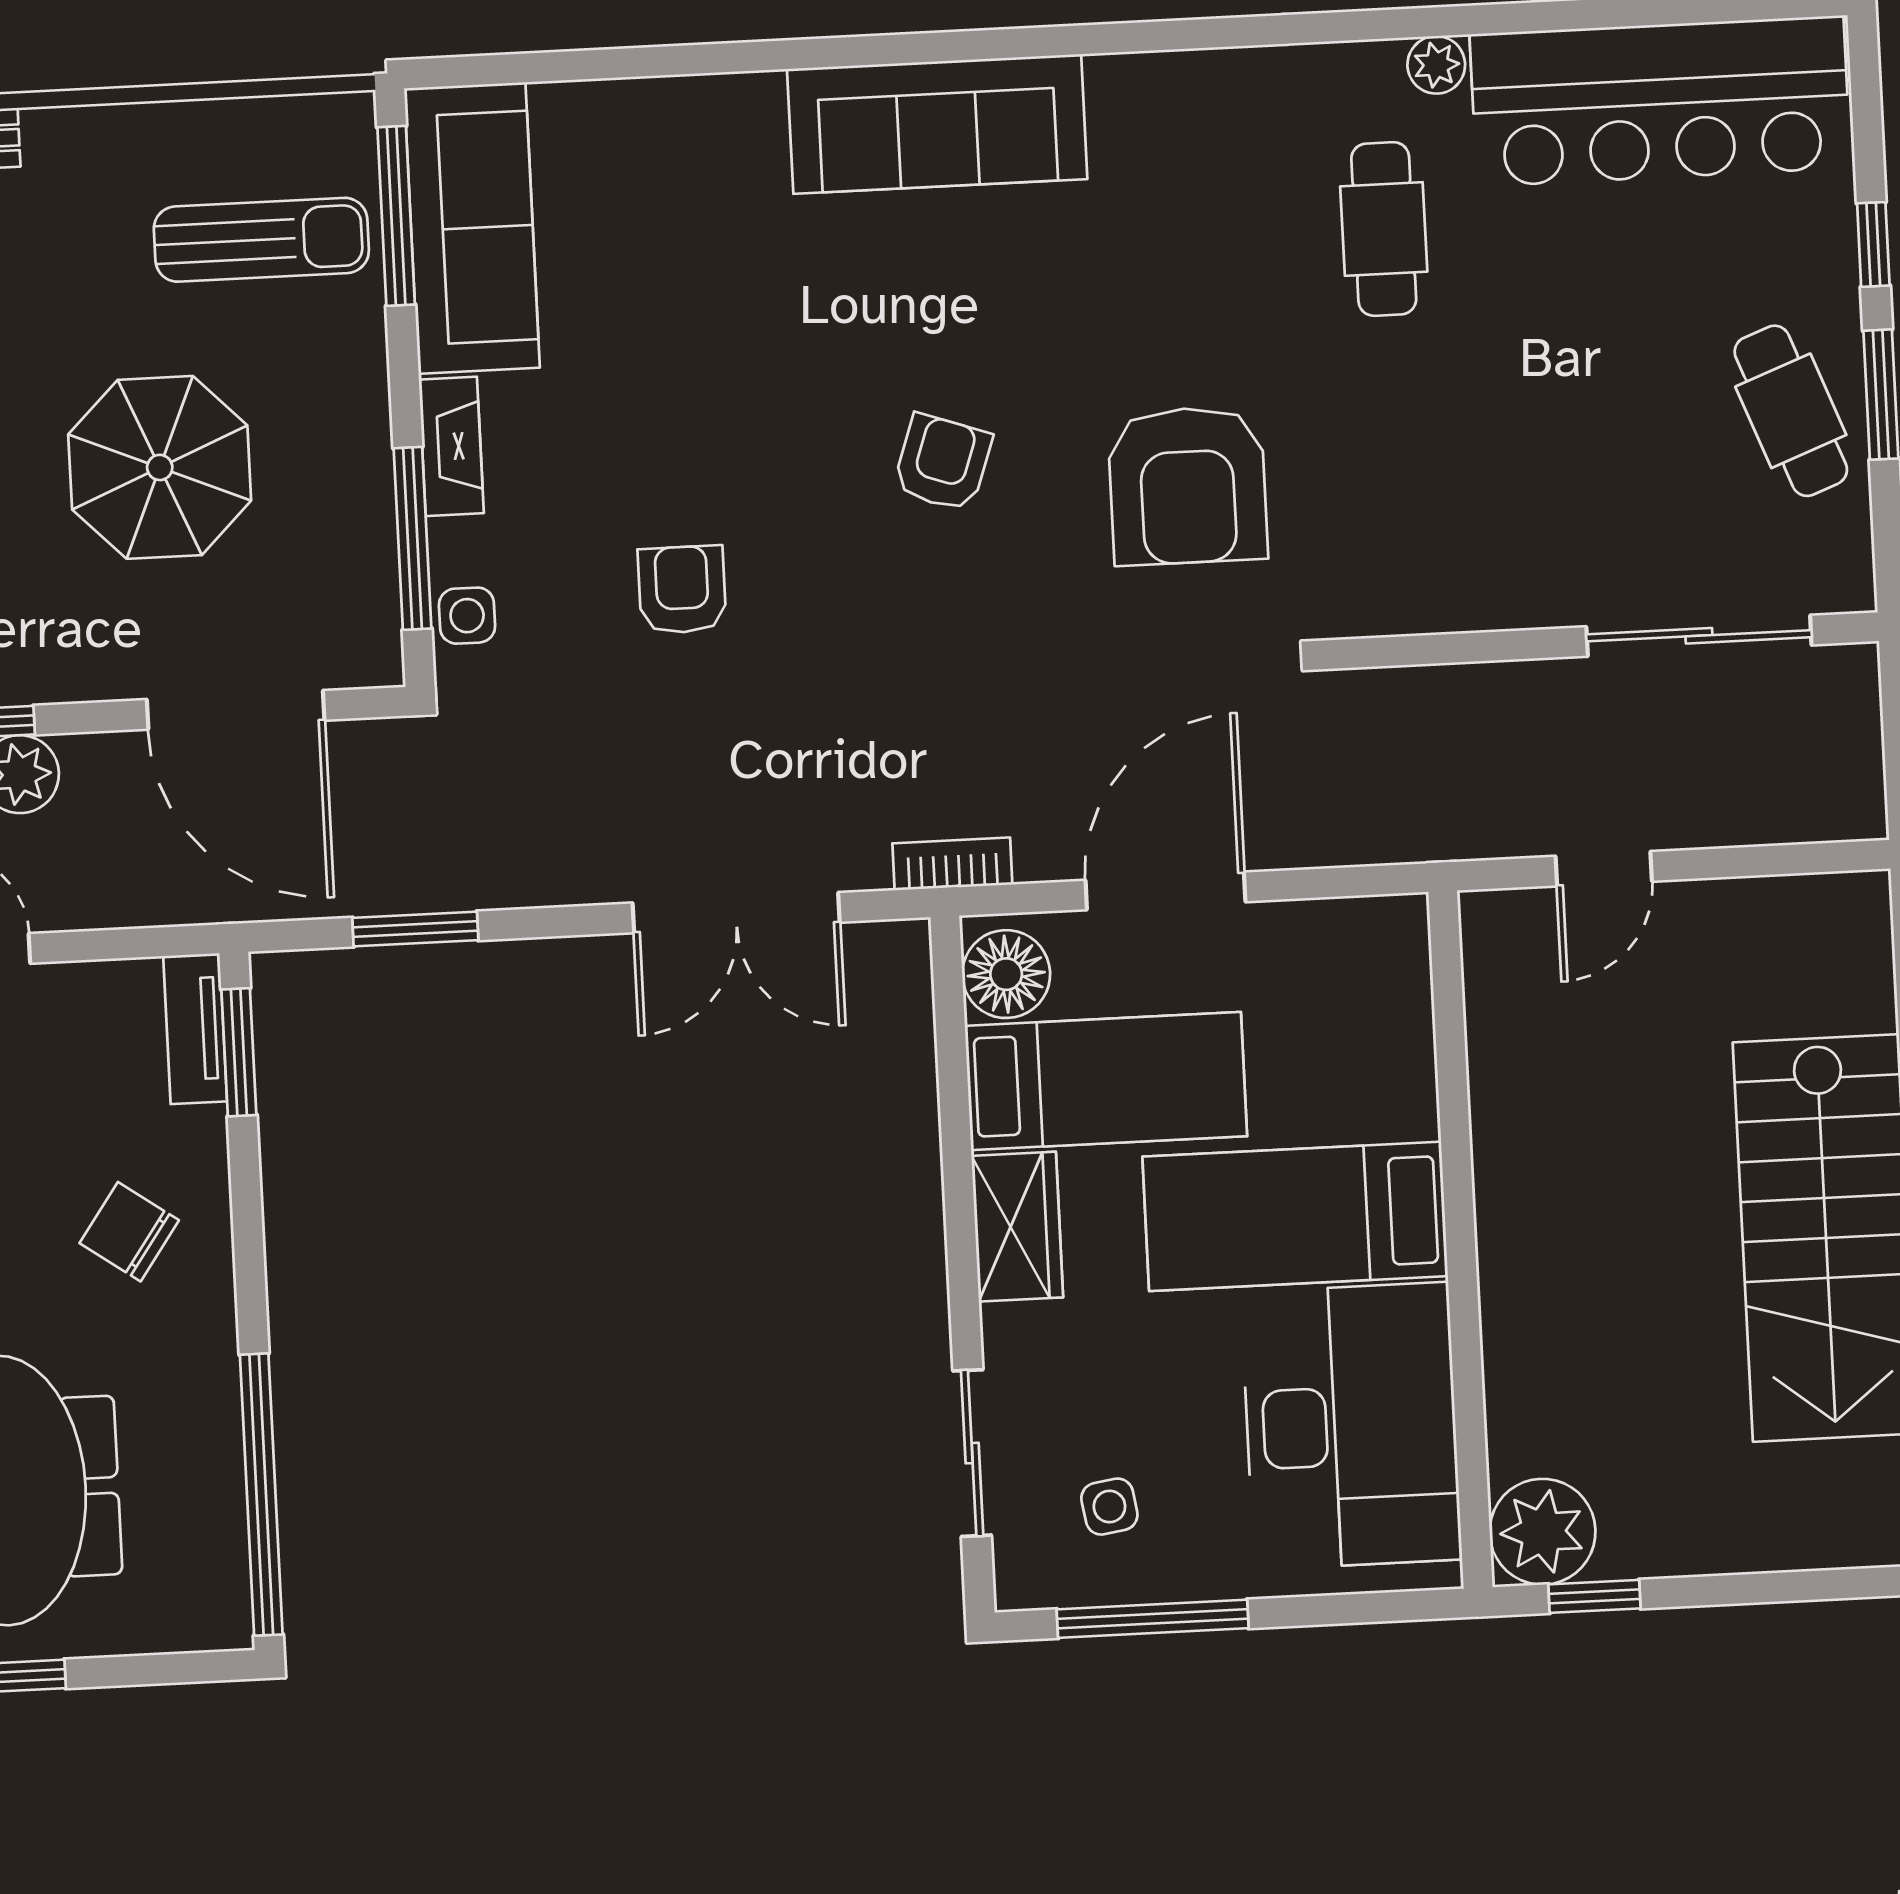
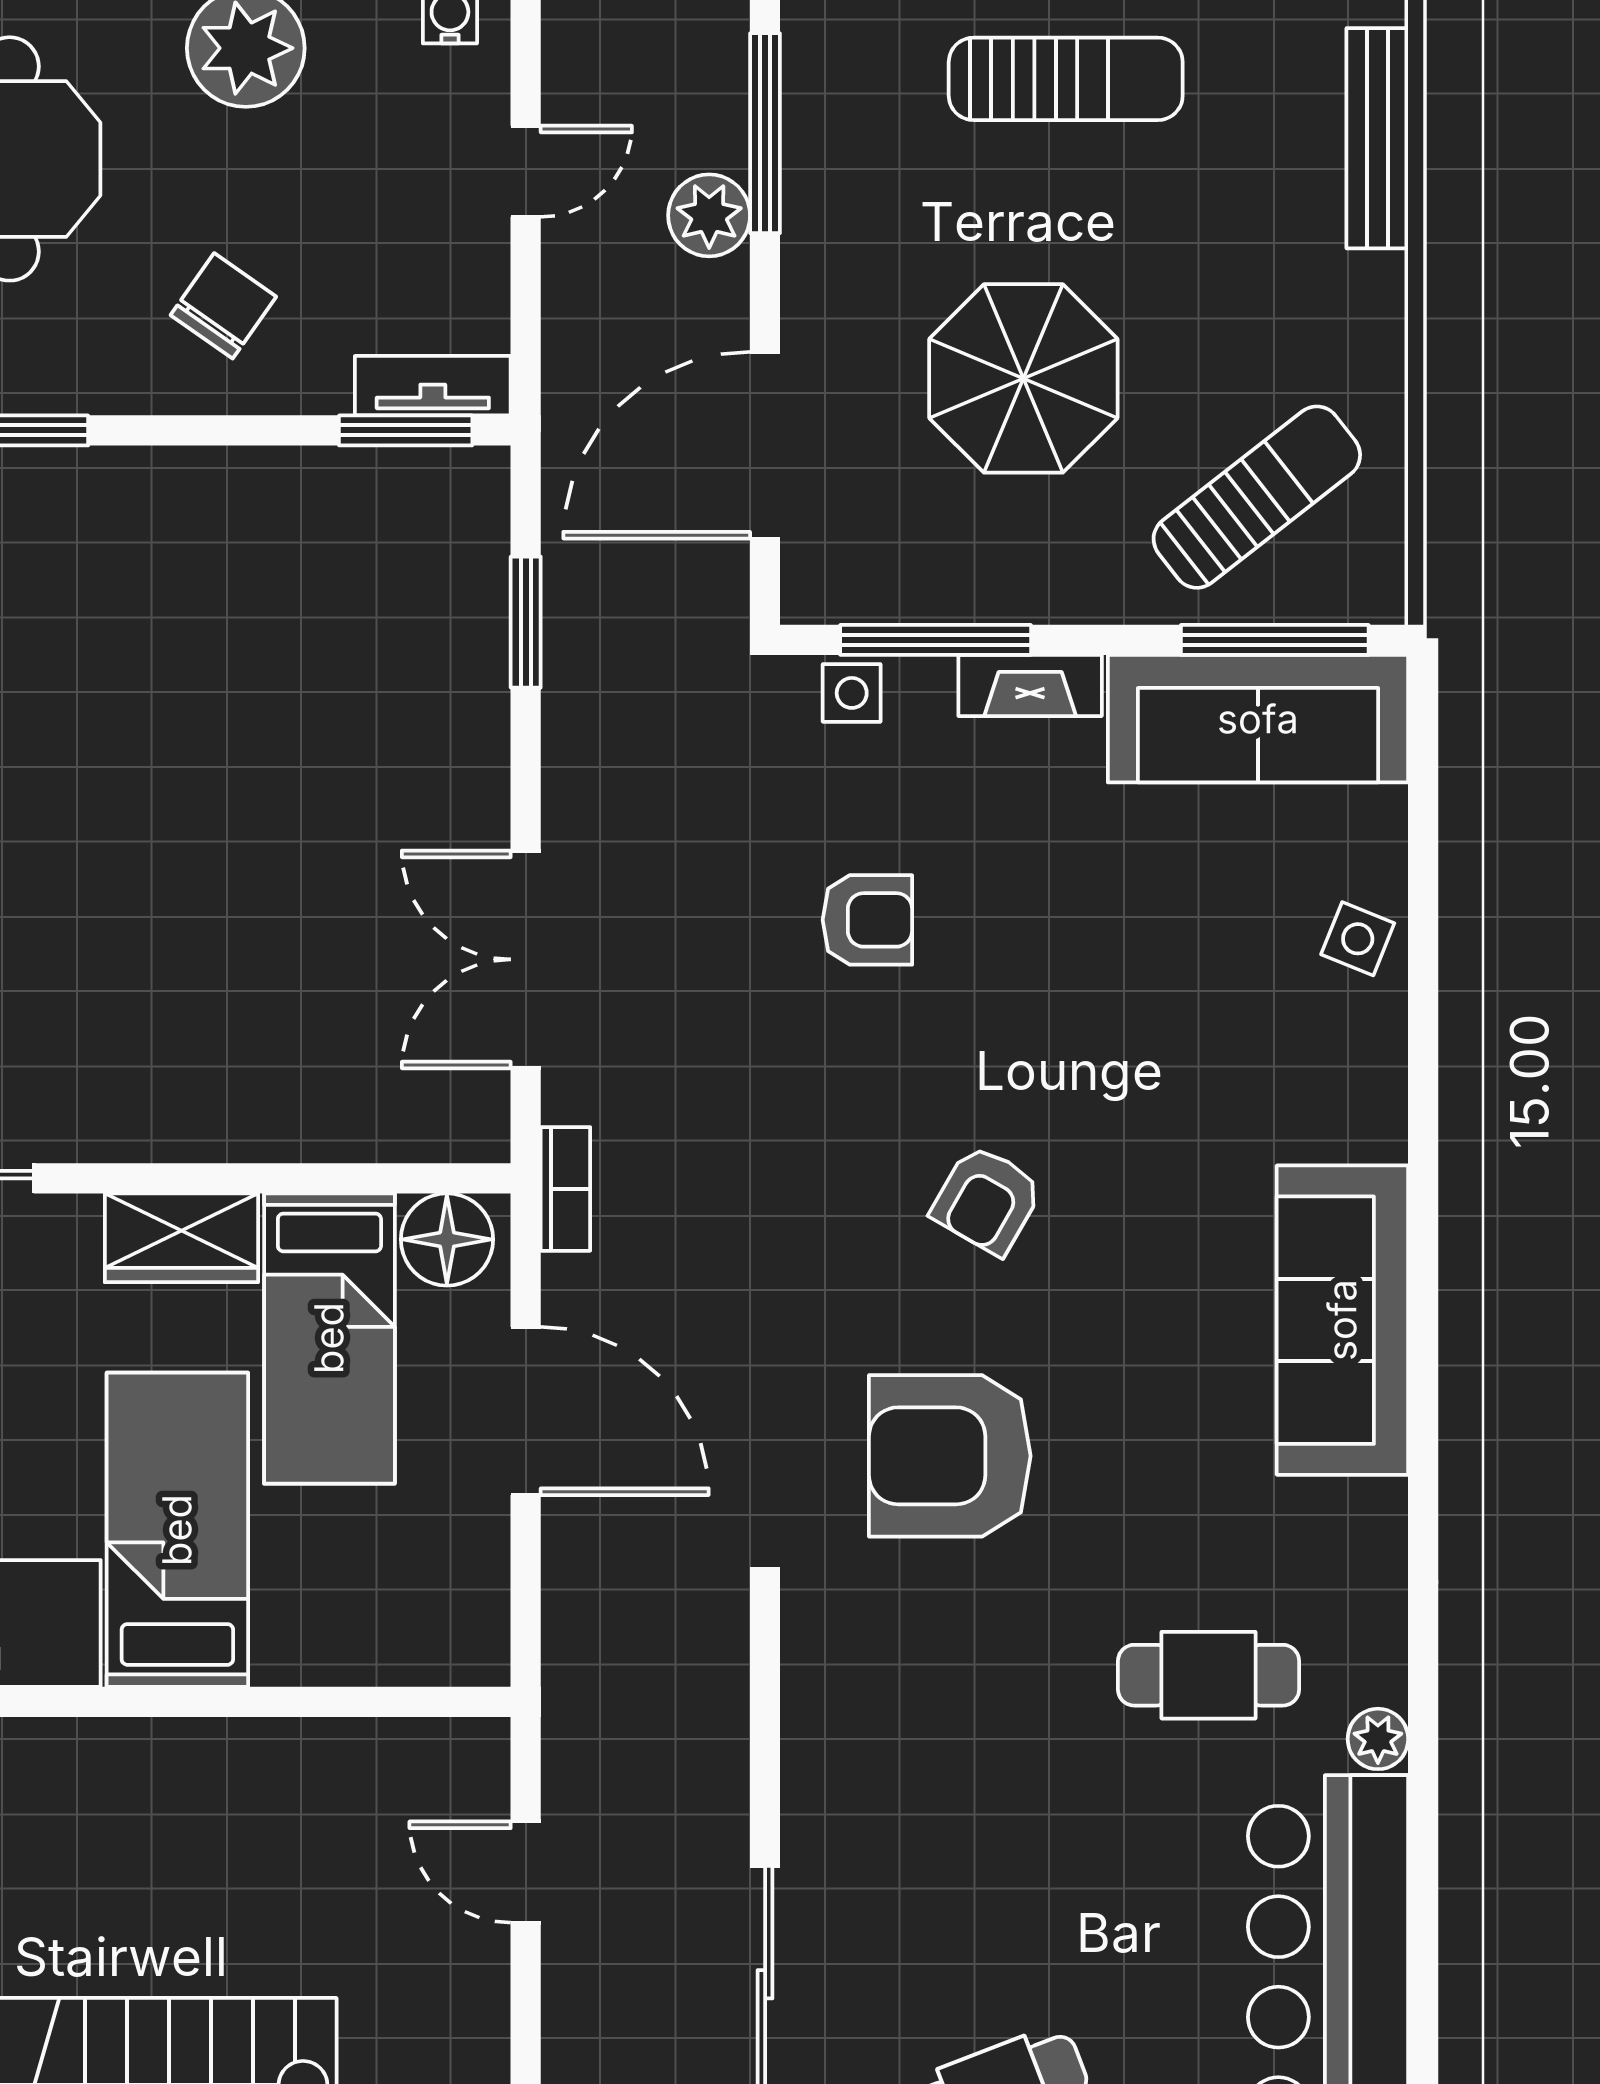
side table: (676, 123) -> (1358, 939), added
sofa: (937, 124) -> (1342, 1320), moved
sun lounger: (261, 240) -> (1257, 497), turned -128
armchair: (942, 463) -> (987, 1200), turned 101

